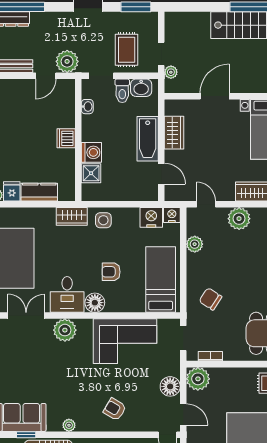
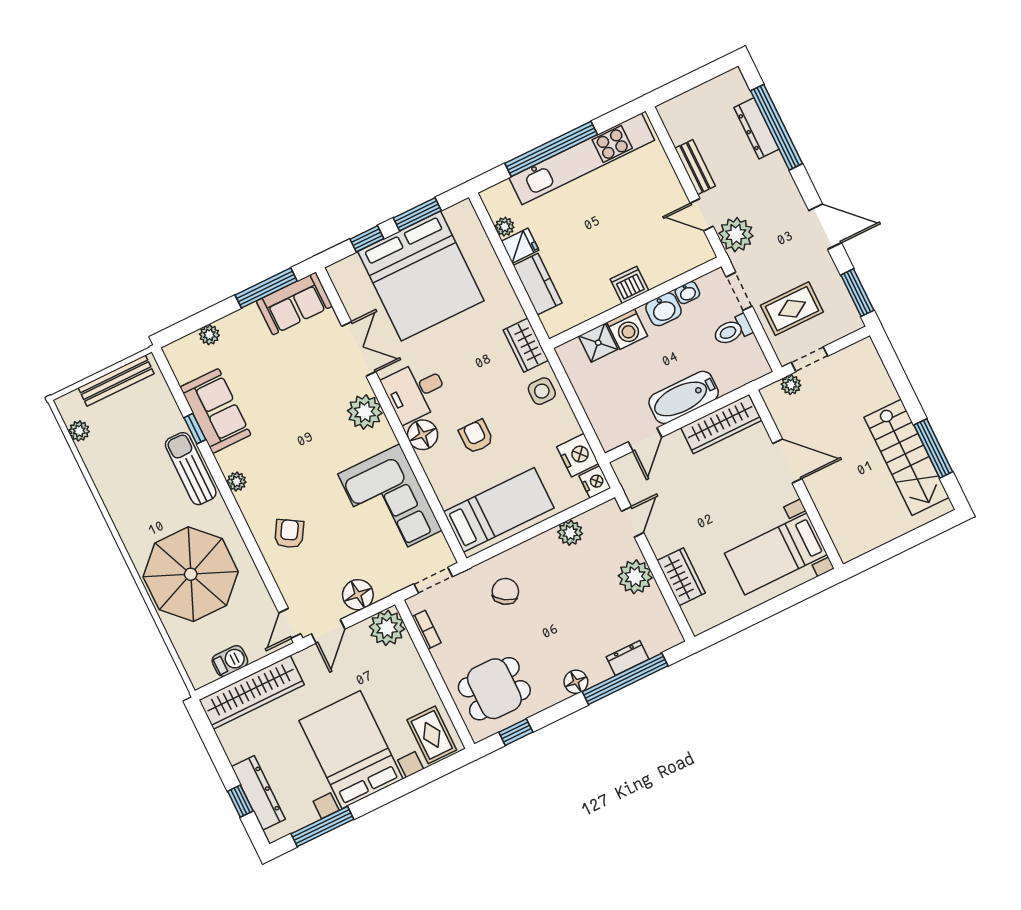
washbasin: (141, 88) -> (663, 309), moved, turned -90
wardrobe: (174, 133) -> (721, 424), width x1.50

